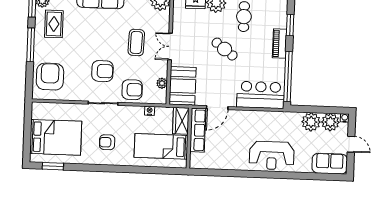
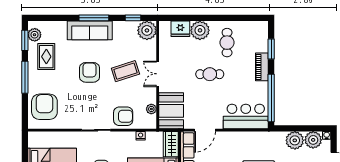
coffee table: (136, 42) -> (125, 71), turned 70
cafe table: (225, 49) -> (210, 74), turned -37
armchair: (102, 71) -> (90, 72), moved, turned -90

